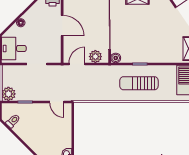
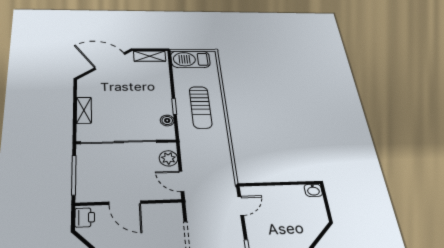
door: (62, 26) -> (125, 203), swing flipped
boiler: (116, 58) -> (167, 120), moved

